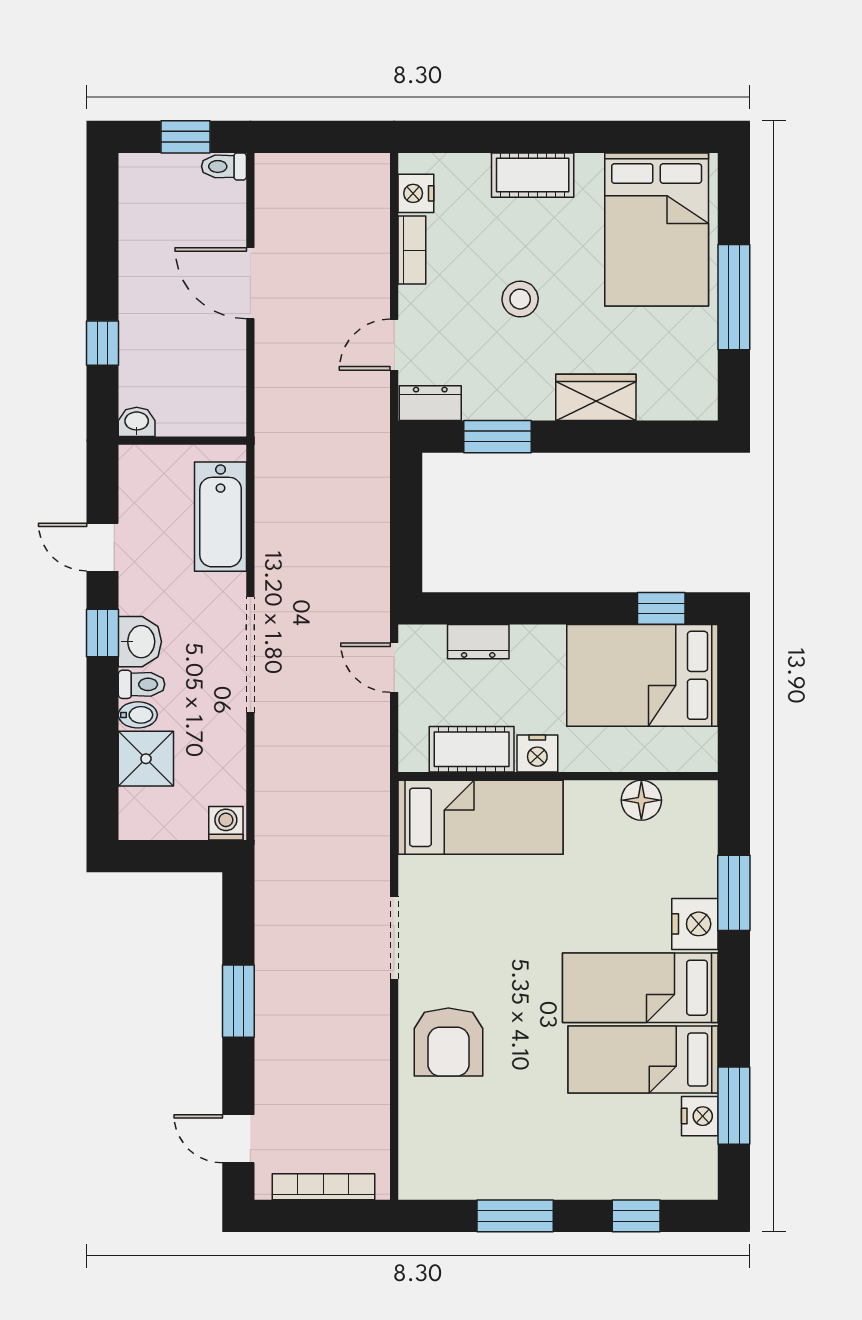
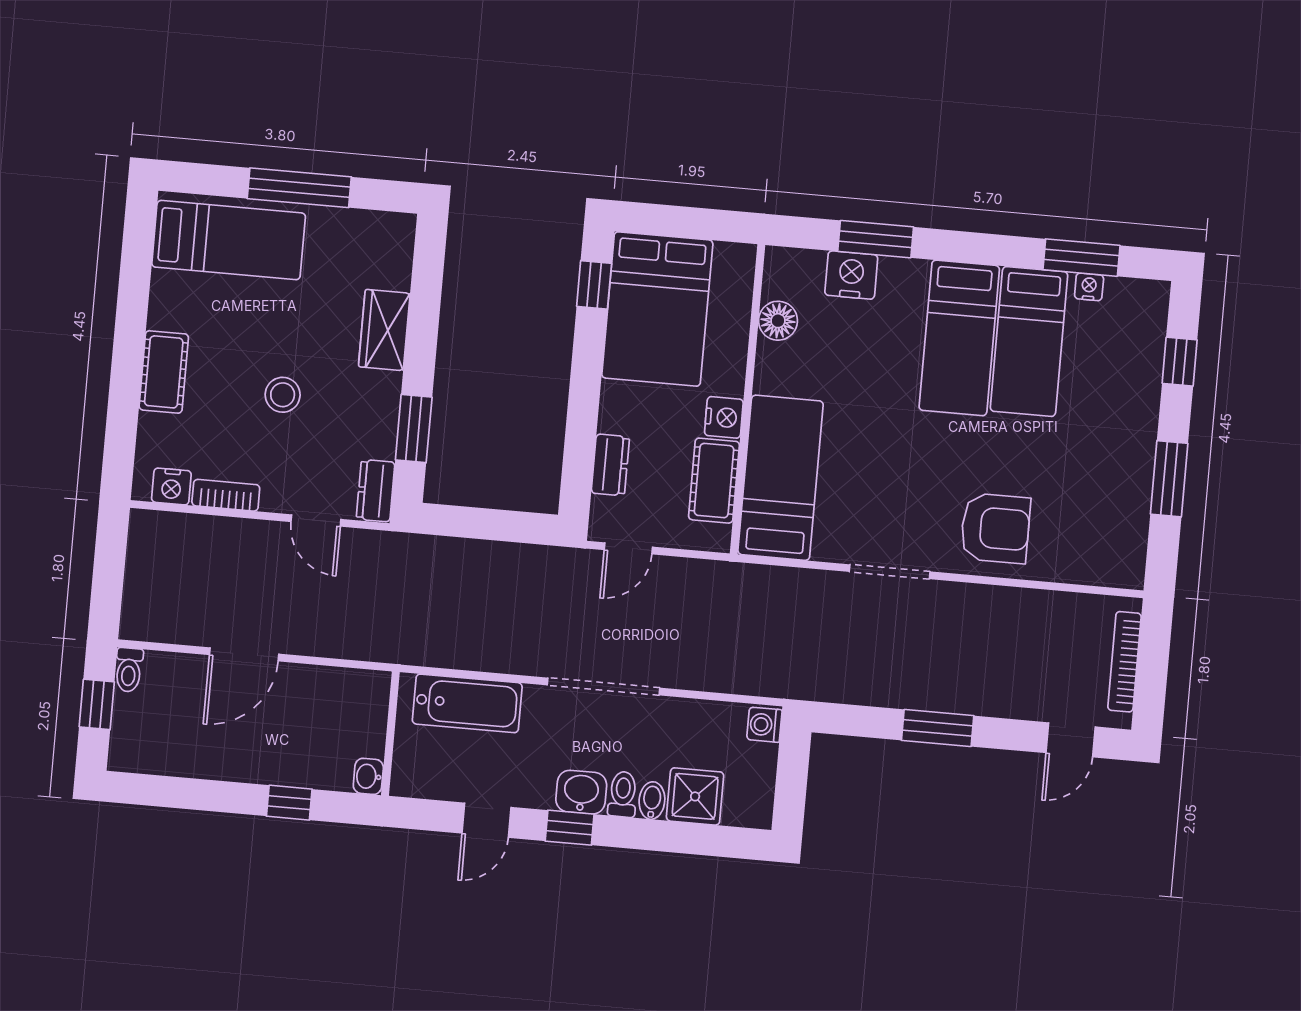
bed: (657, 229) -> (229, 240), width x0.67
nightstand: (695, 924) -> (851, 275), moved
nightstand: (700, 1116) -> (1089, 287), width x0.72, depth x0.74

